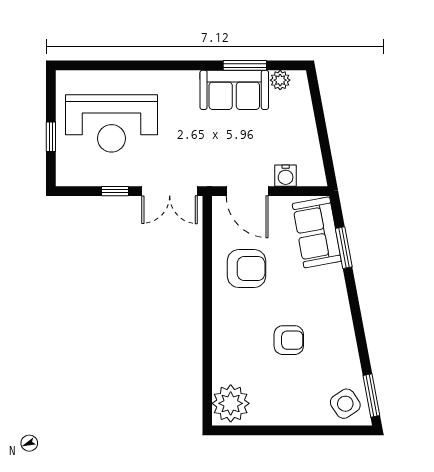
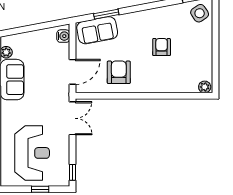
water cooler: (286, 176) -> (63, 36), moved
window: (115, 191) -> (72, 172), moved
plant: (231, 403) -> (205, 87), width x0.53, depth x0.53

